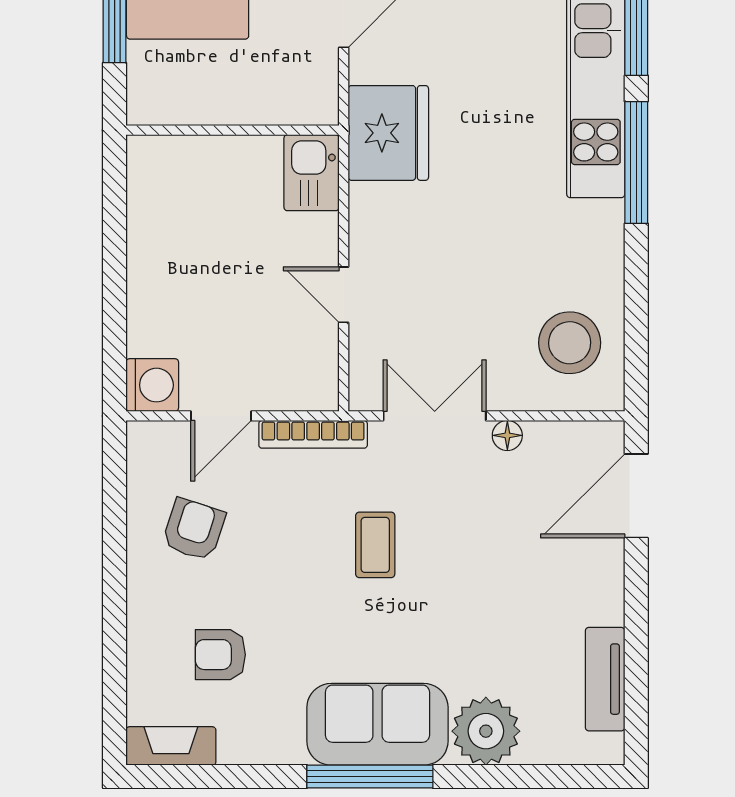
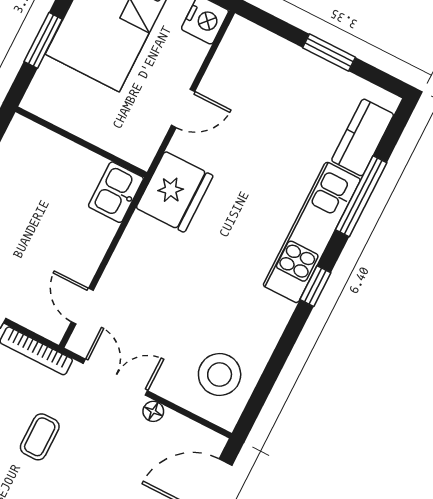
window: (636, 163) -> (315, 286), width x0.46
door: (344, 295) -> (82, 306), moved

